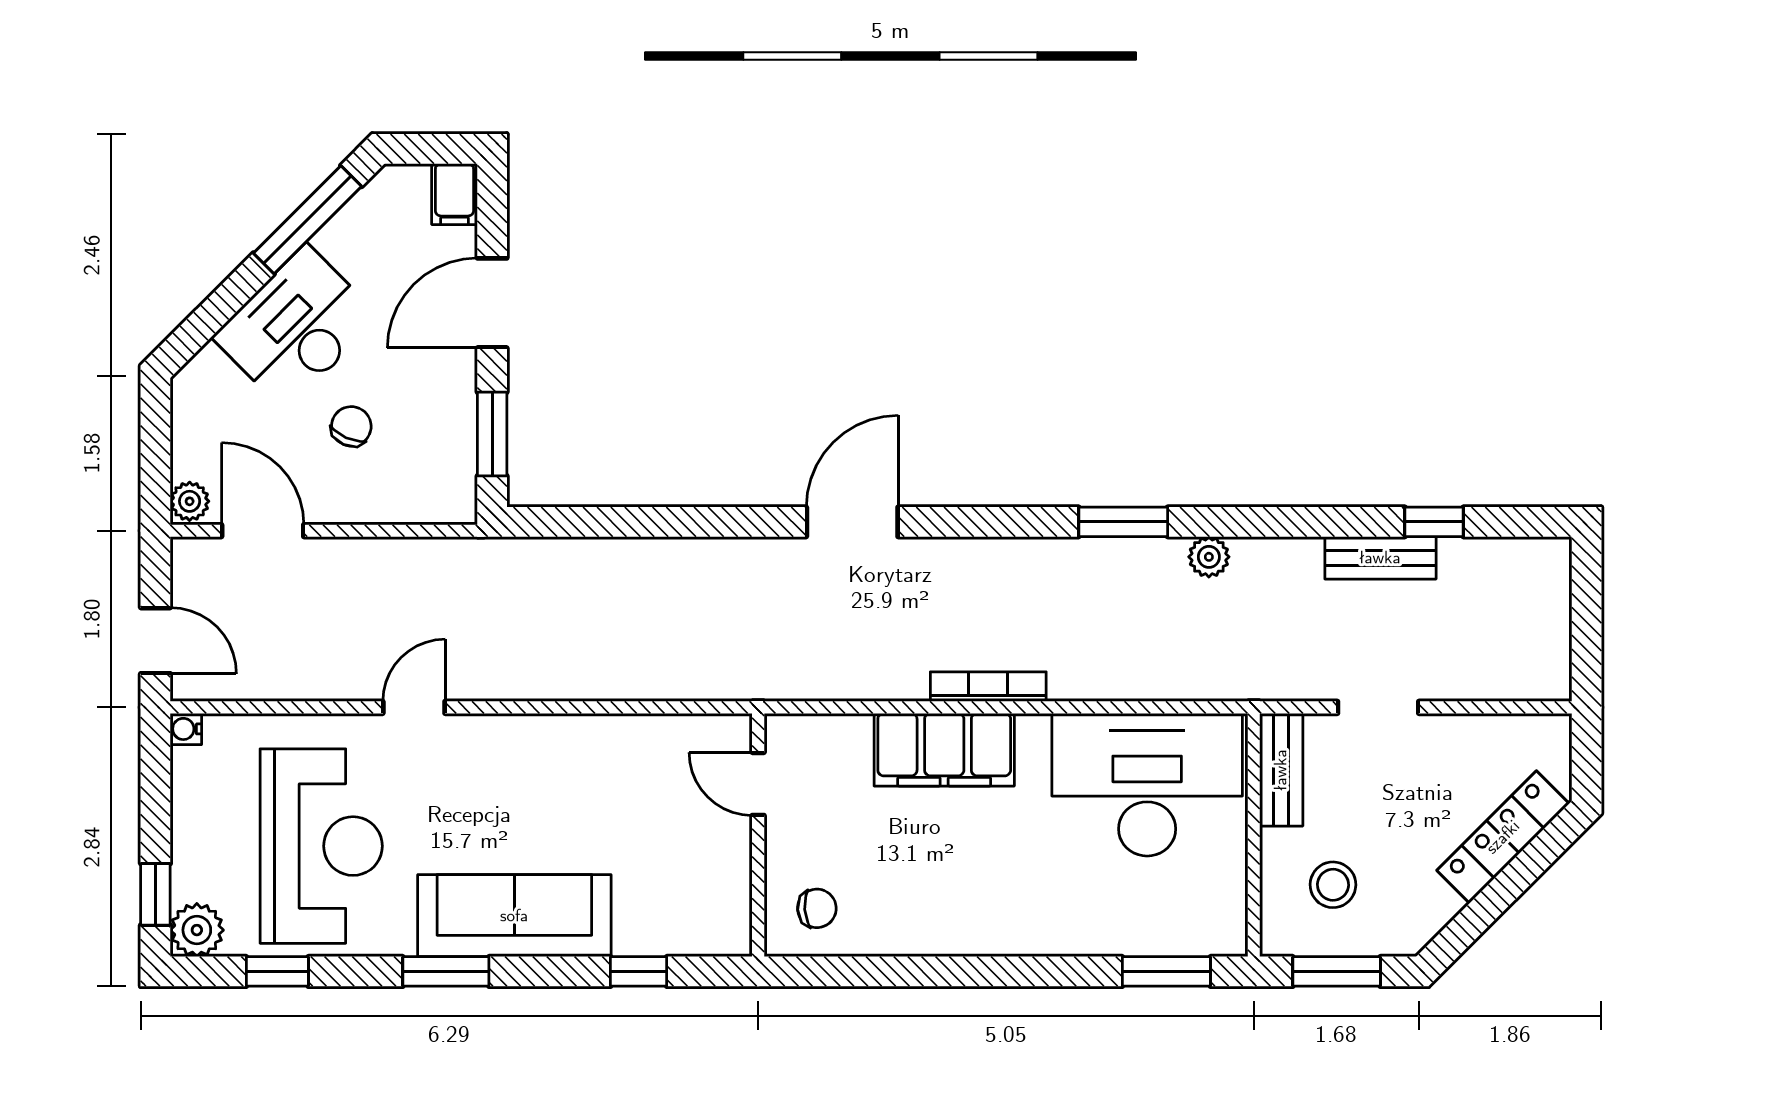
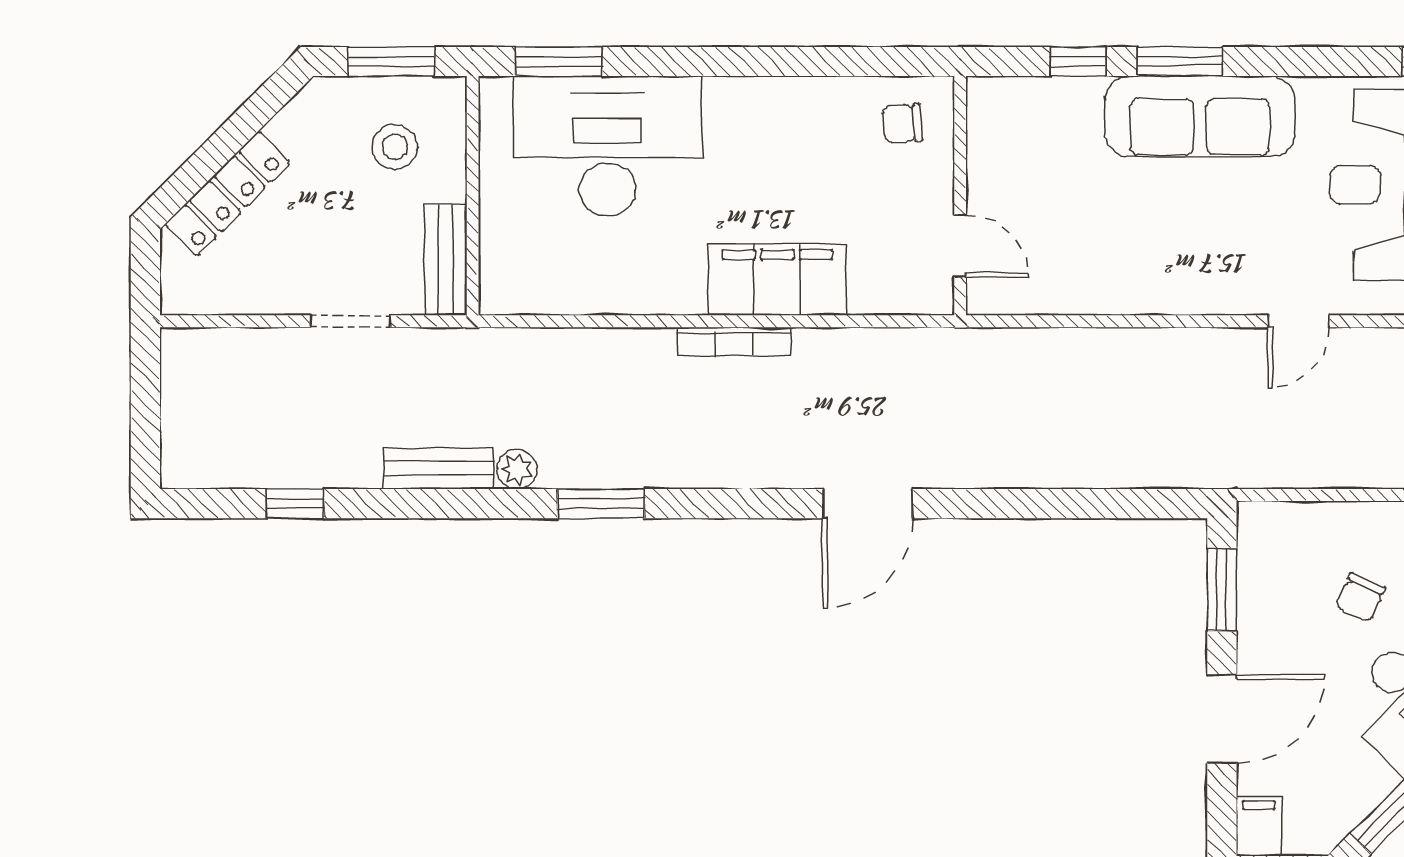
bench: (1380, 558) -> (438, 468), moved
desk: (1147, 785) -> (608, 146), moved, turned 180
window: (446, 971) -> (1180, 62), moved

